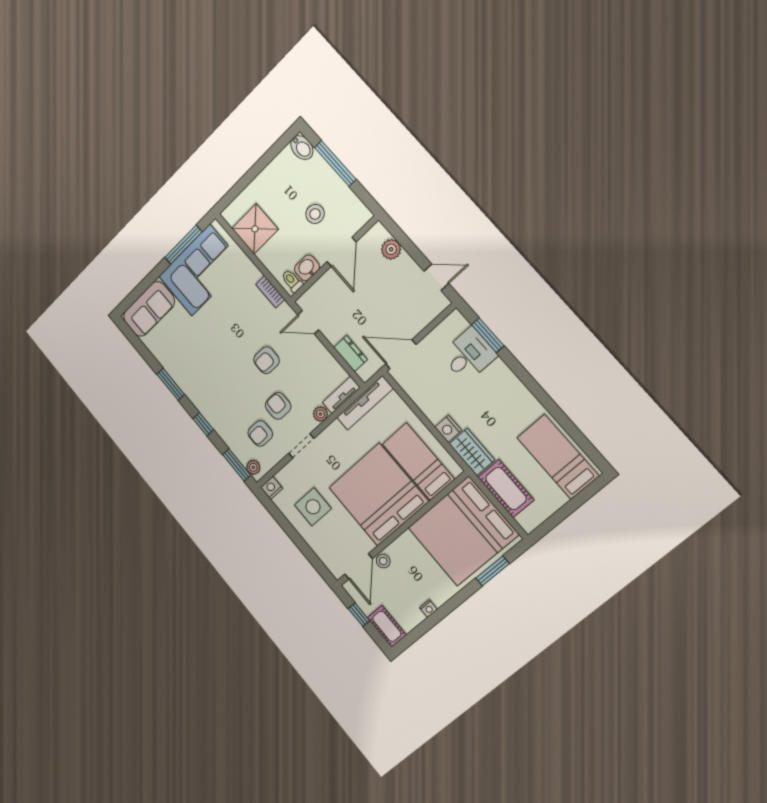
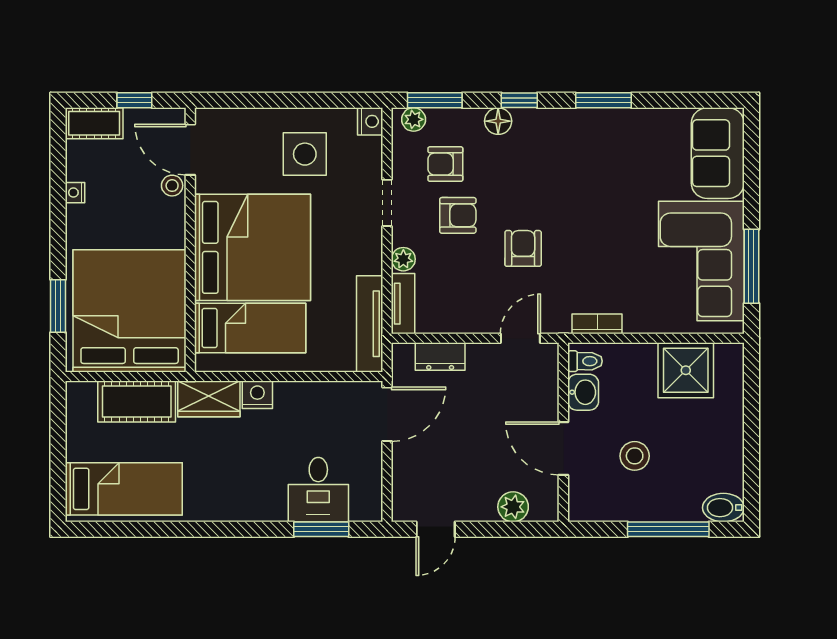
floor lamp: (220, 426) -> (498, 121), added
armchair: (260, 433) -> (445, 164), turned -90

